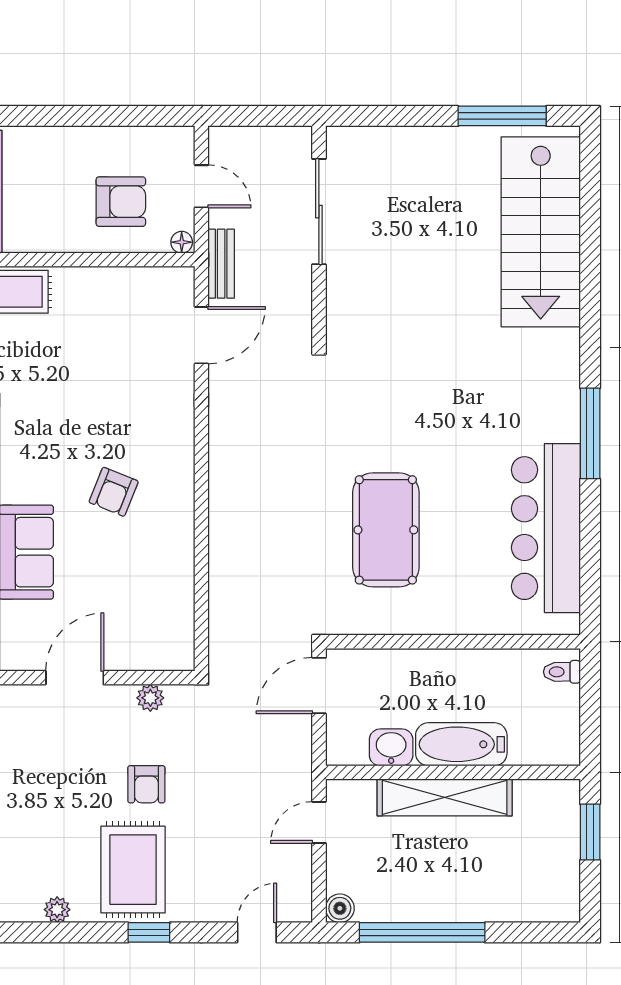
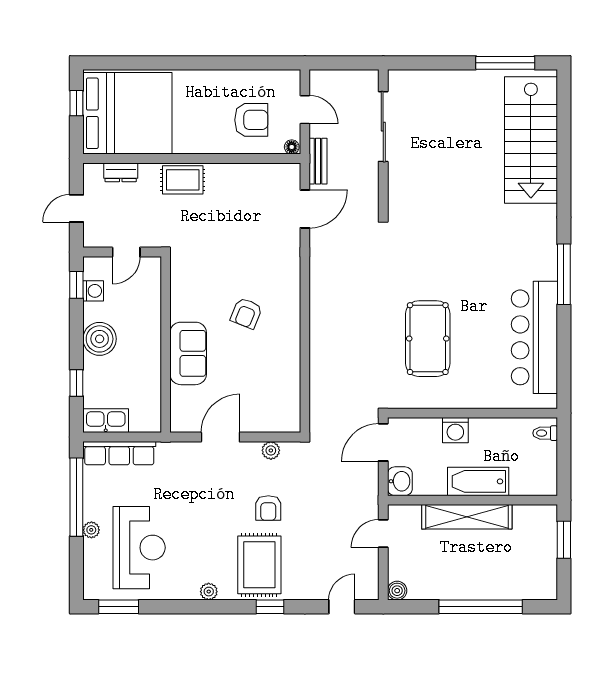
washing machine: (427, 667) -> (455, 430), added
washbasin: (391, 747) -> (400, 481), moved, turned 90
window: (422, 932) -> (481, 607), moved

